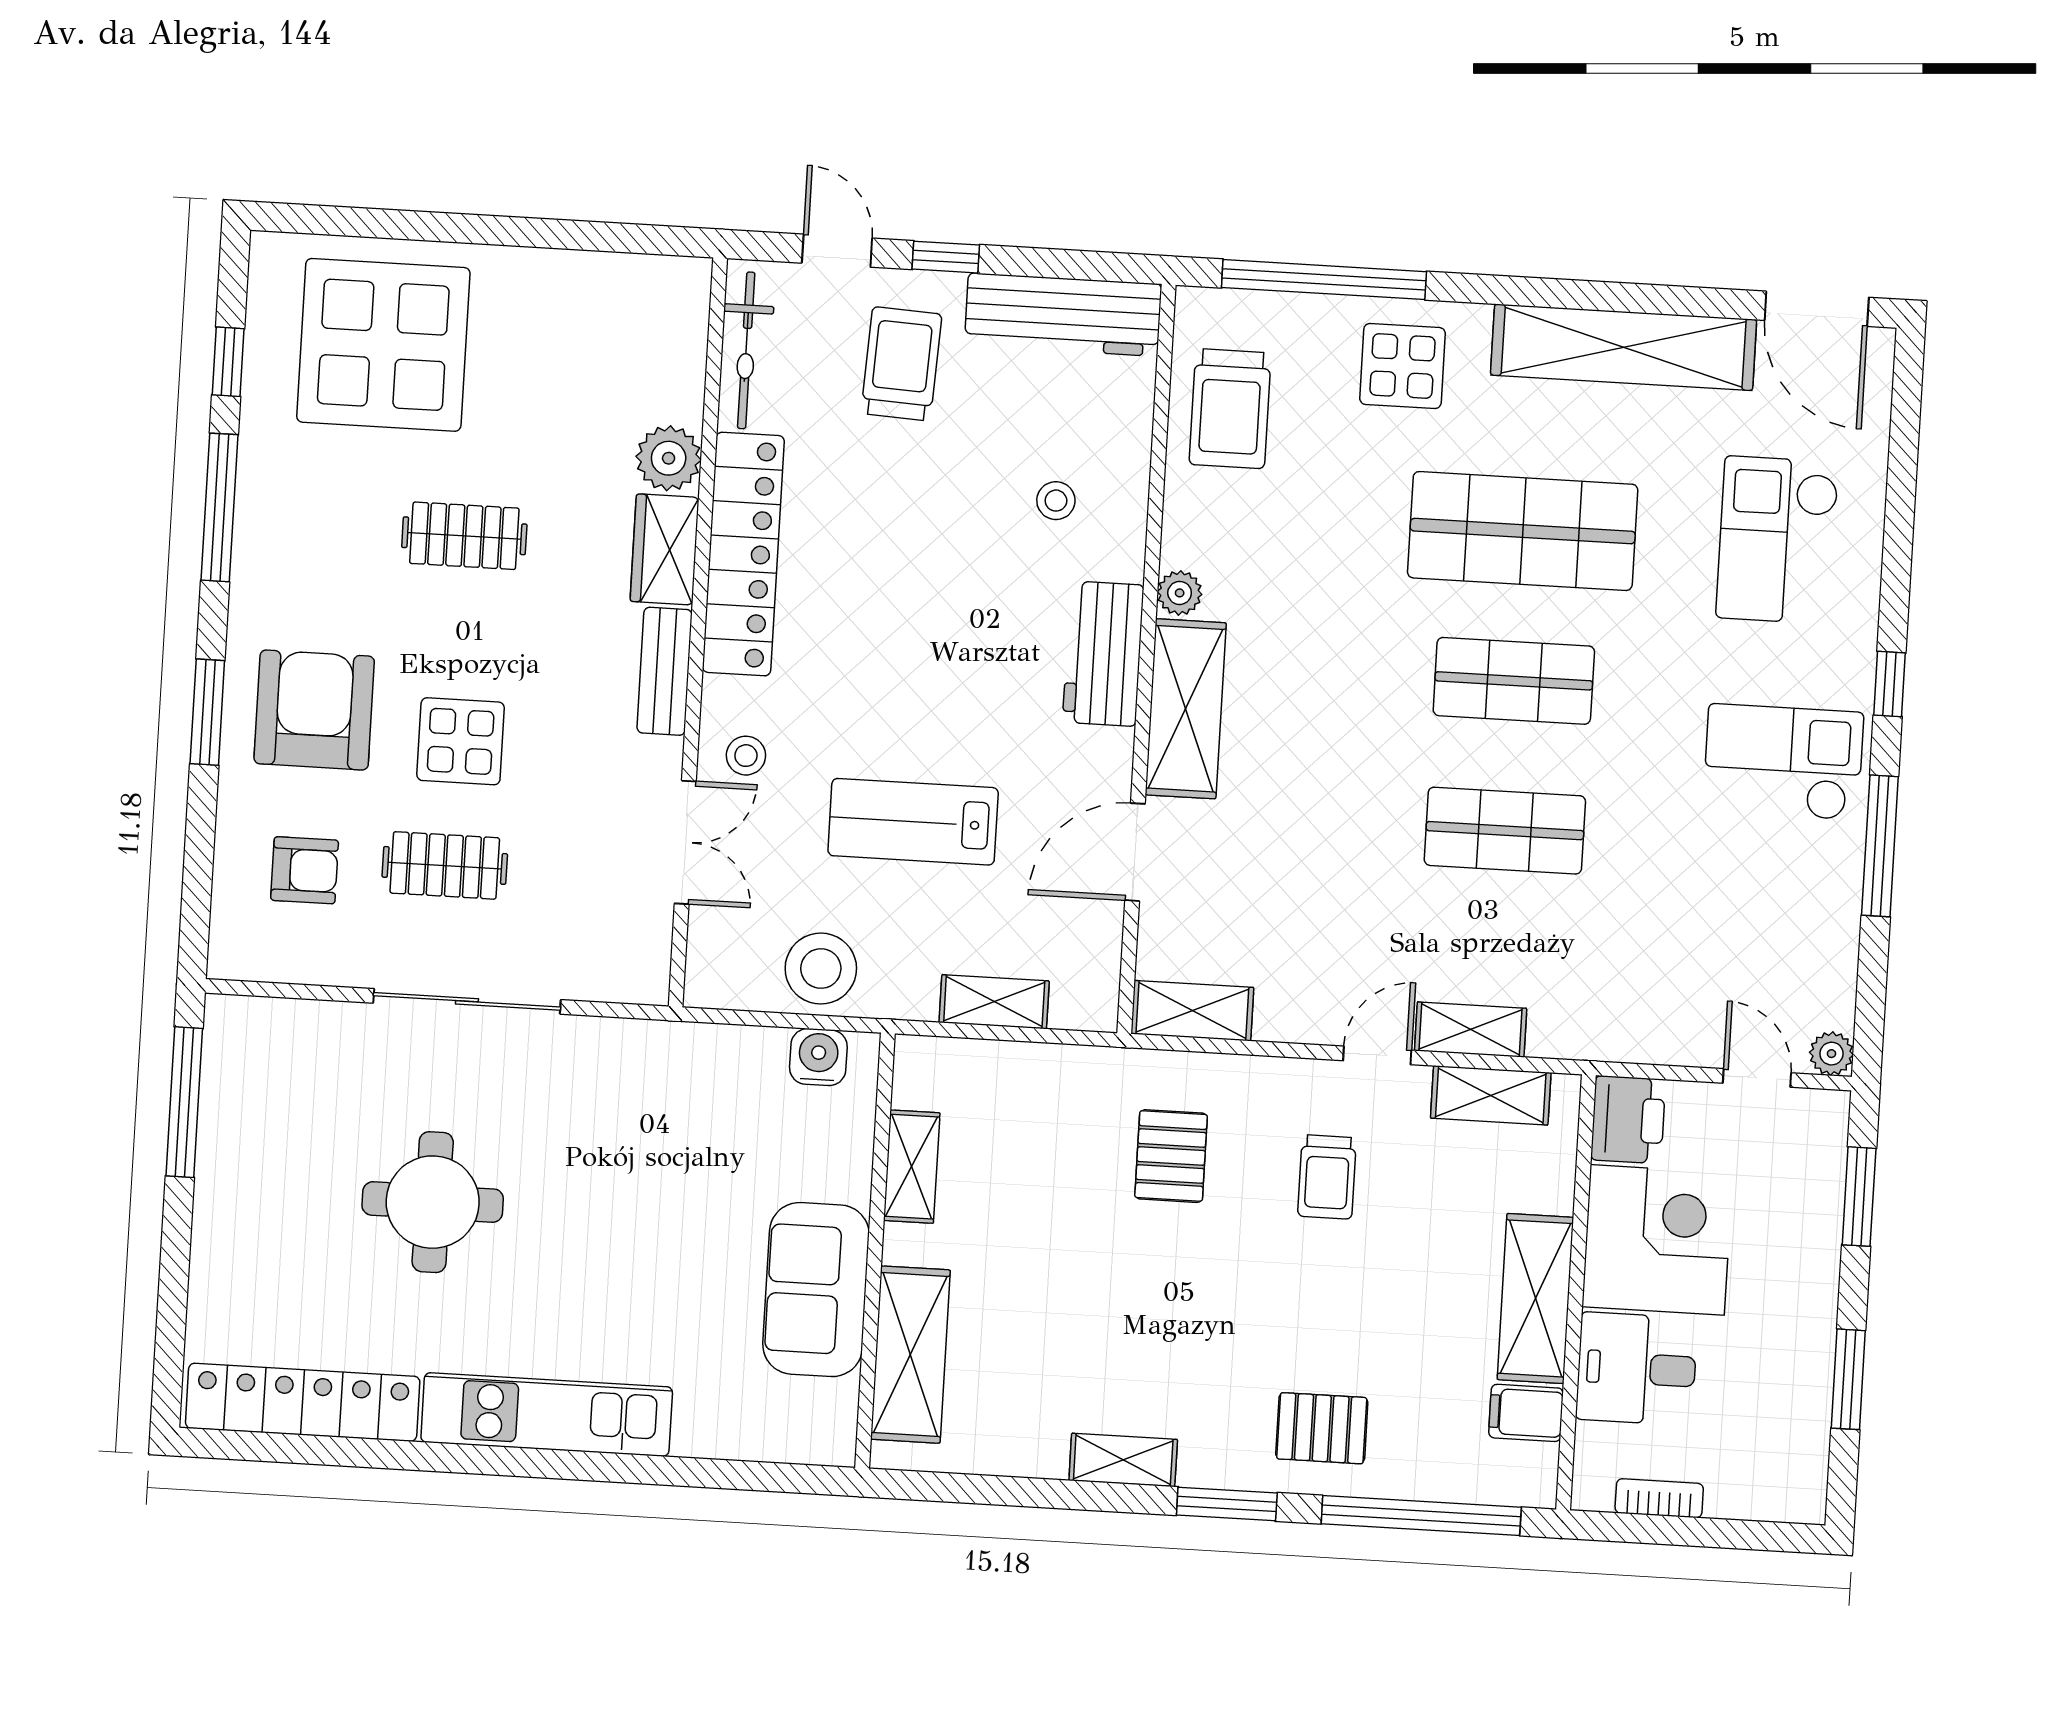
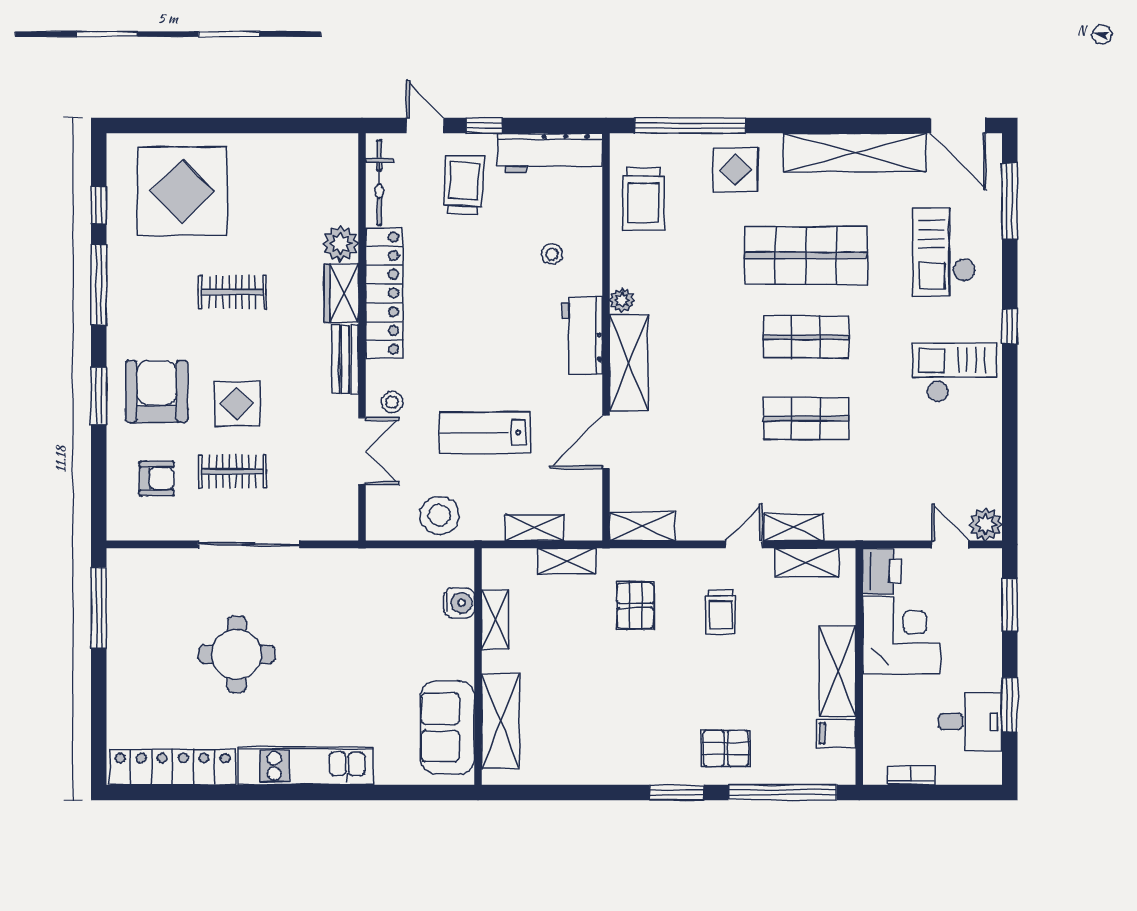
window: (1880, 846) -> (1010, 201), moved
plant: (1831, 1054) -> (986, 524), width x1.38, depth x1.38
water cooler: (818, 1057) -> (459, 603), moved, turned 90
sofa: (816, 1290) -> (447, 727), moved
desk: (1637, 1369) -> (970, 722), moved, turned 180
shelving: (1123, 1460) -> (567, 561), moved

